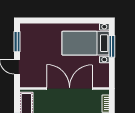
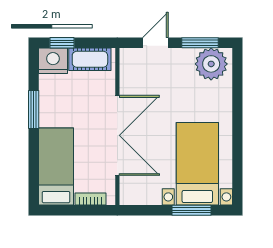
plant: (29, 35) -> (211, 64), added

